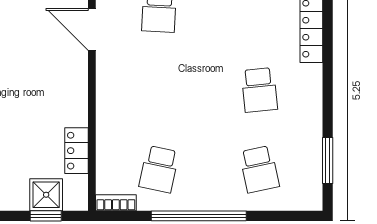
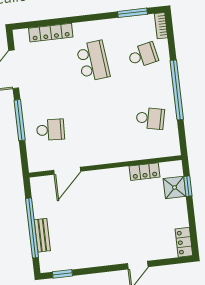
school desk: (259, 90) -> (93, 61), width x1.85
bookcase: (116, 203) -> (161, 26), moved

